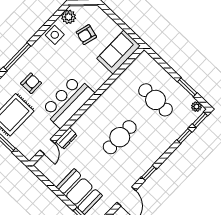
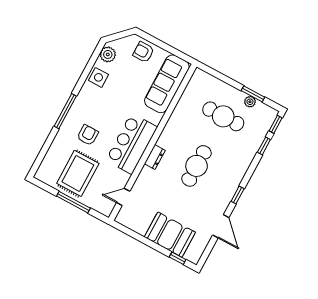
armchair: (86, 35) -> (143, 52), moved, turned 75
sofa: (119, 52) -> (167, 84), width x1.36
plant: (196, 107) -> (250, 102), moved
dresser: (66, 138) -> (155, 157), moved
door: (47, 147) -> (123, 197), swing flipped

